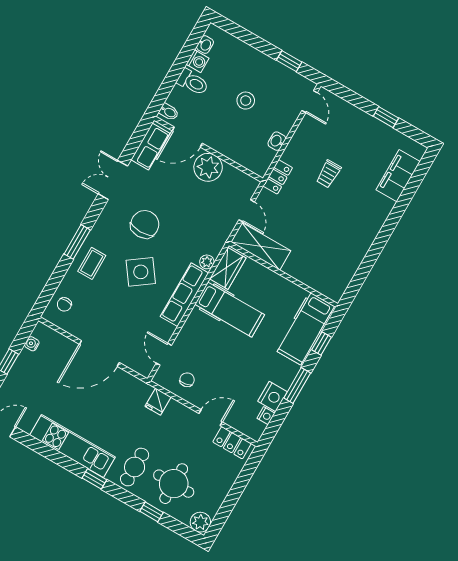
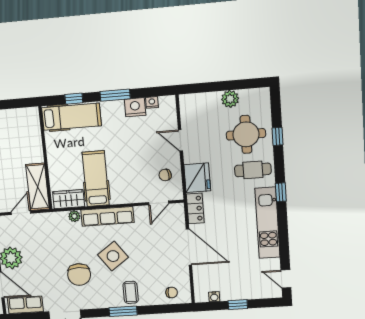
chair: (145, 224) -> (79, 275), turned -90
coffee table: (92, 263) -> (131, 292), turned 90
fridge: (158, 402) -> (197, 178), width x1.88, depth x1.34
locker: (232, 443) -> (195, 208), moved
plant: (200, 522) -> (230, 99), moved

